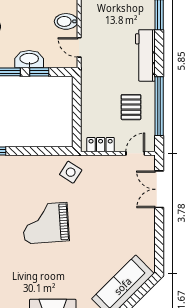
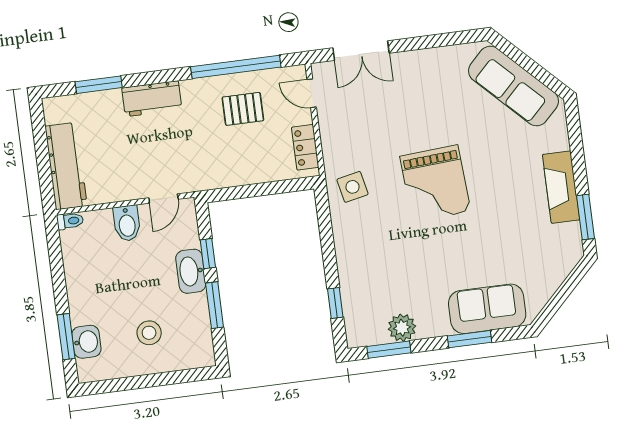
workbench: (145, 55) -> (152, 99), width x0.73
side table: (71, 172) -> (352, 187), turned 45
grand piano: (46, 223) -> (435, 184), moved

